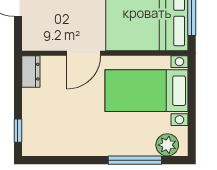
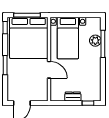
dresser: (31, 72) -> (73, 97), moved
plant: (167, 145) -> (95, 41), moved

